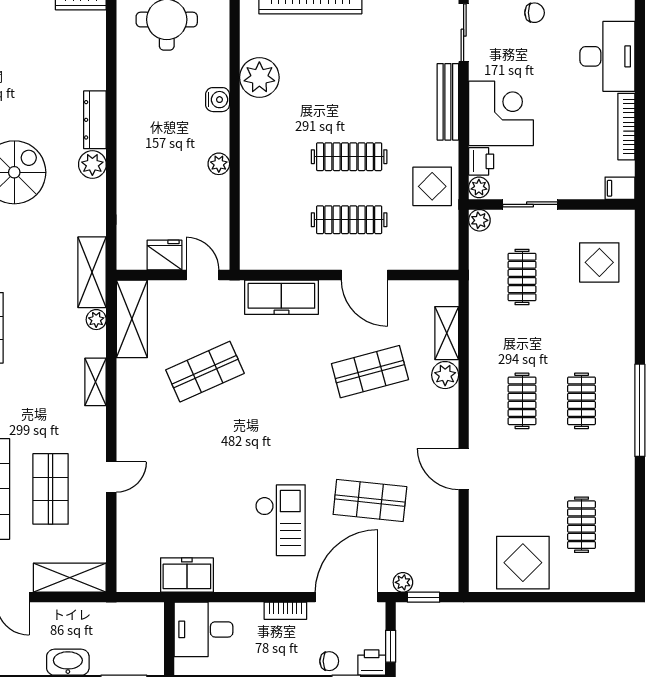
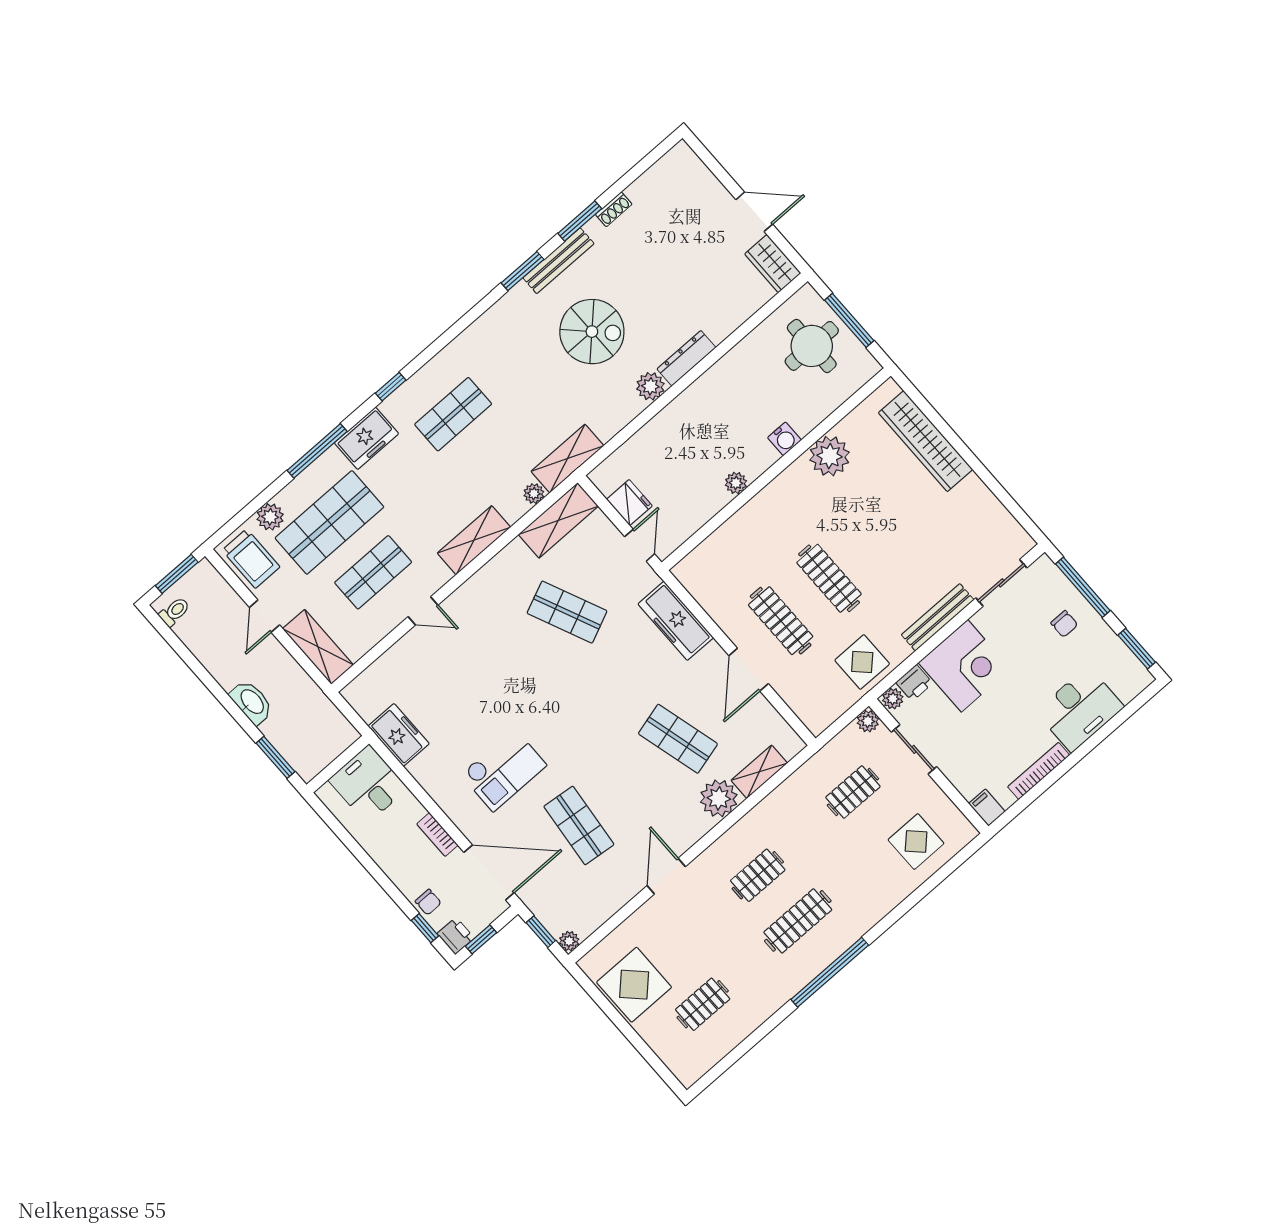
plant: (445, 375) -> (719, 798), width x1.36, depth x1.36
shelving: (96, 382) -> (474, 540), width x1.50, depth x1.33
clothes rail: (581, 401) -> (798, 921), width x1.36
plant: (403, 582) -> (569, 941), moved

